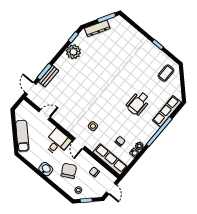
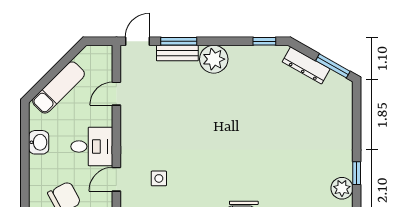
plant: (73, 52) -> (214, 59), moved
plant: (159, 56) -> (342, 188), added
door: (44, 115) -> (116, 94), swing flipped
washbasin: (46, 169) -> (39, 142), moved

